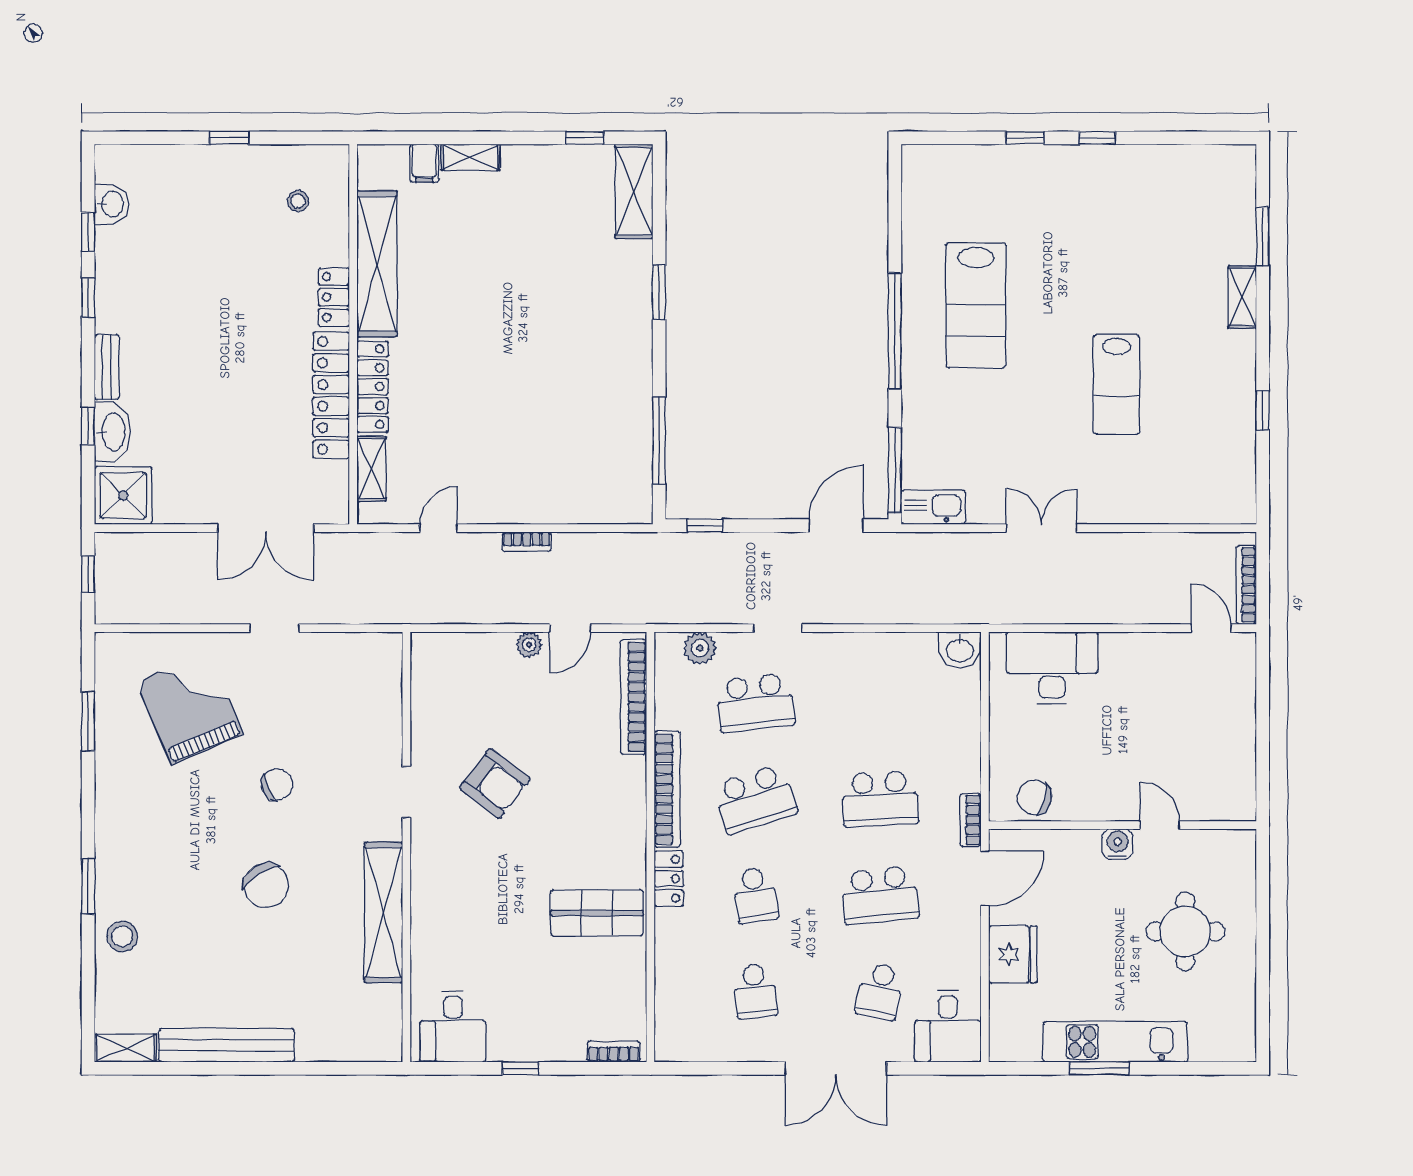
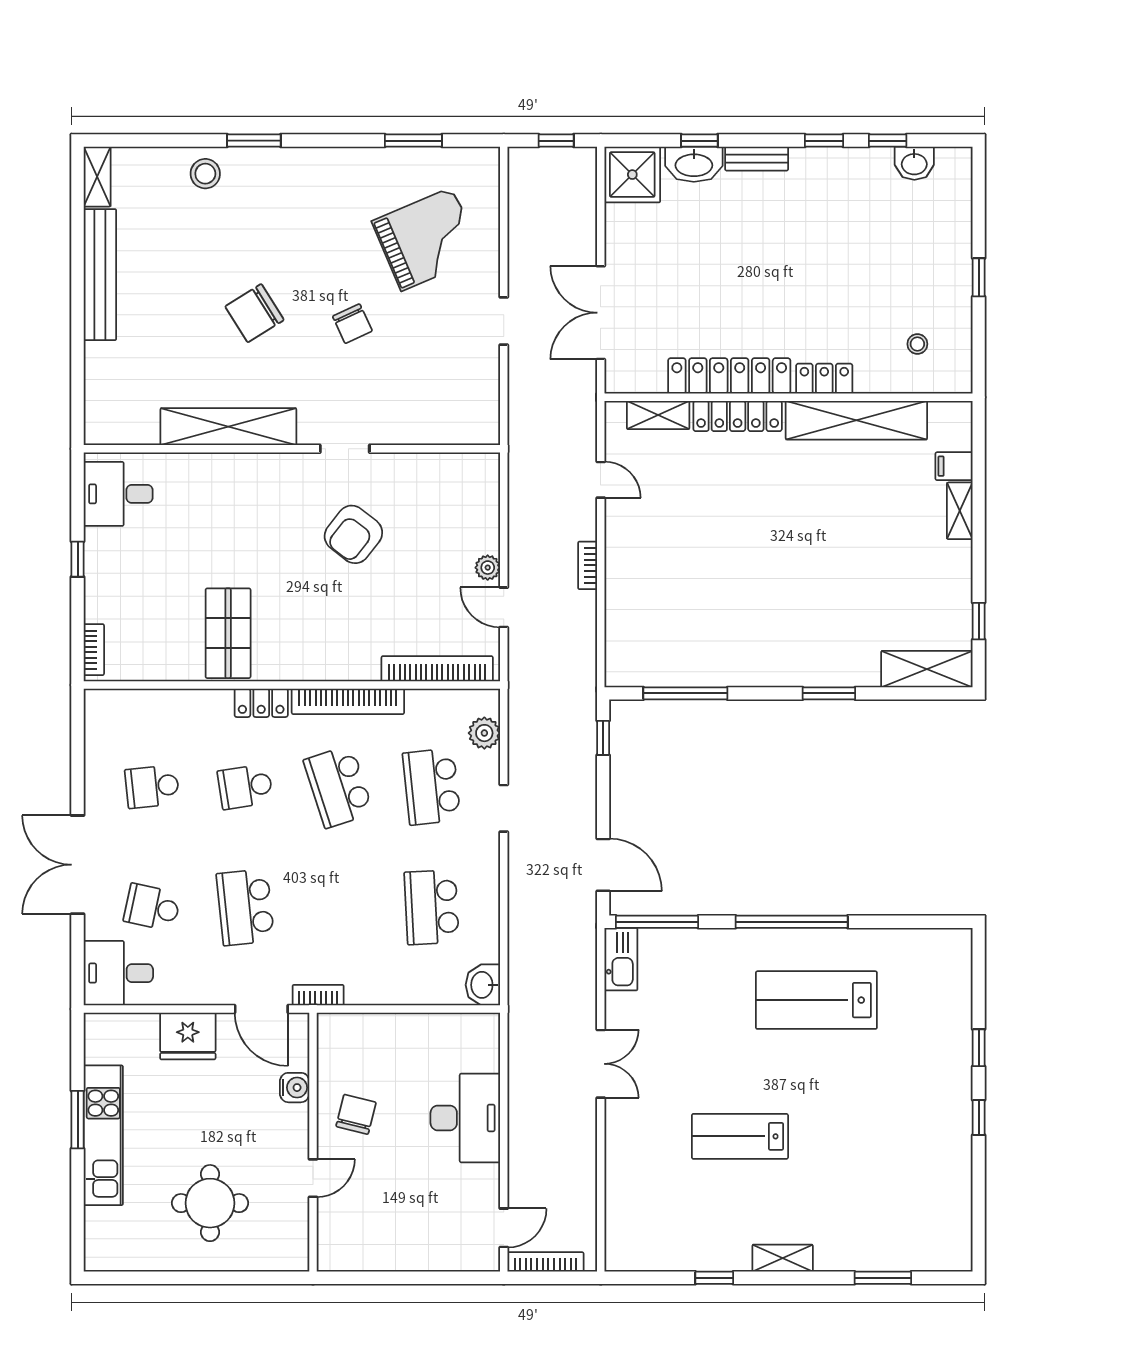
shelving: (1242, 297) -> (783, 1258), moved
desk: (1052, 668) -> (465, 1118), moved
chair: (1034, 797) -> (356, 1114), moved
school desk: (880, 799) -> (432, 907), moved
water cooler: (1118, 844) -> (295, 1088), moved

